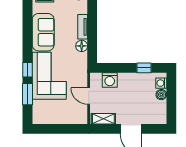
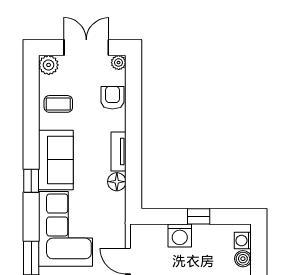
window: (144, 68) -> (199, 216), moved
window: (27, 70) -> (31, 181), moved
washing machine: (110, 80) -> (180, 236), moved

